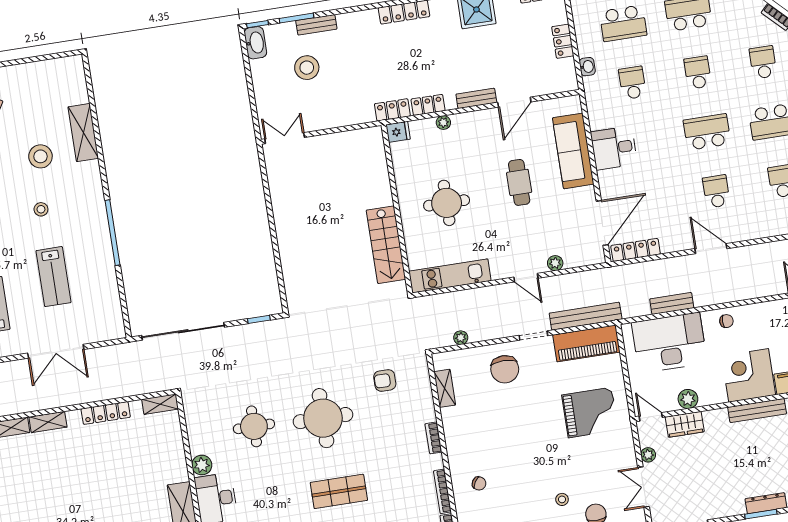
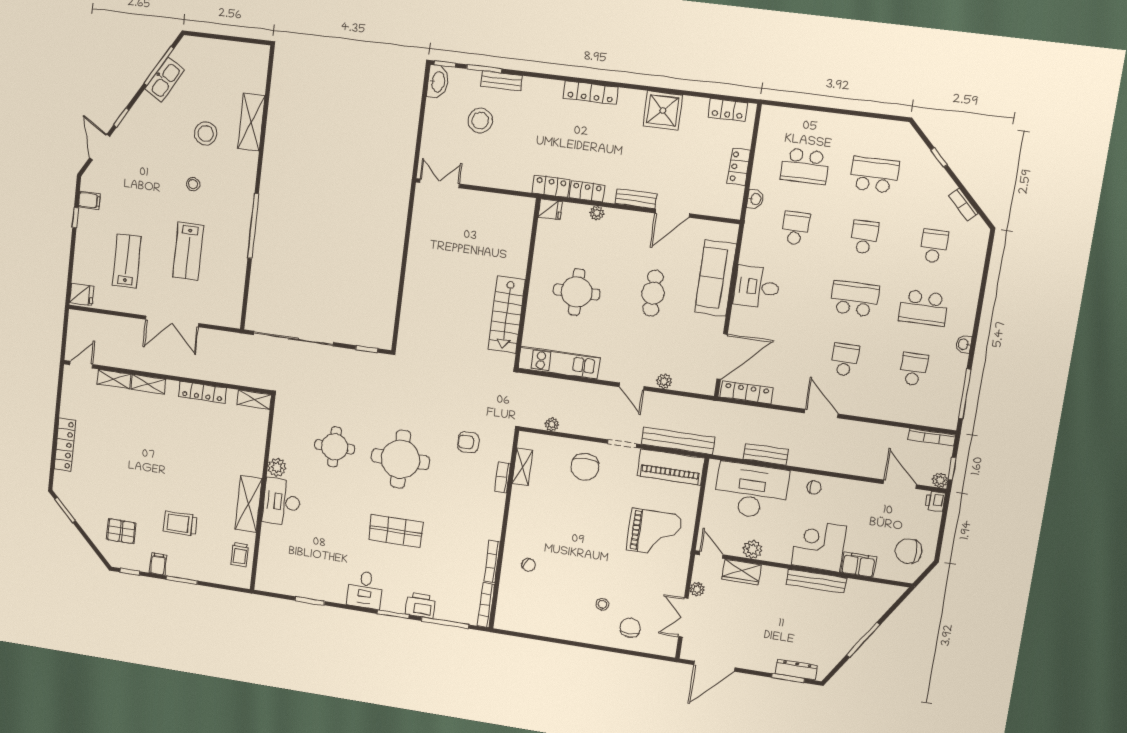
bookcase: (433, 438) -> (503, 477), moved

